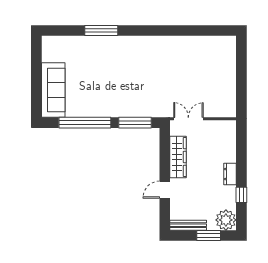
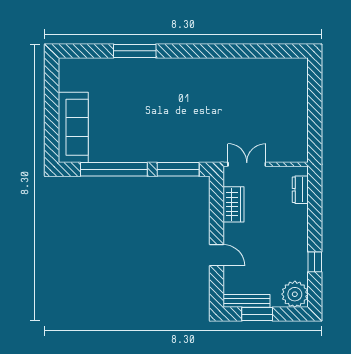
wardrobe: (178, 157) -> (233, 204), width x0.67
dresser: (230, 174) -> (300, 190), moved
door: (165, 190) -> (216, 255), swing flipped
window: (209, 235) -> (257, 314), moved

